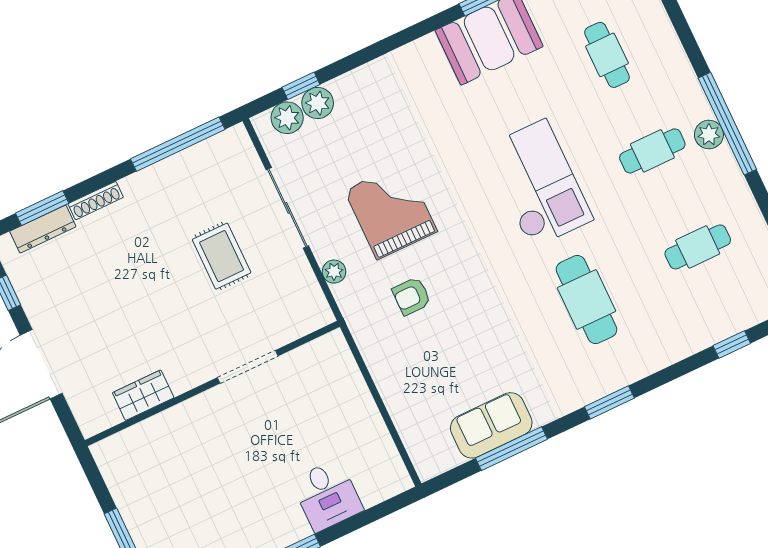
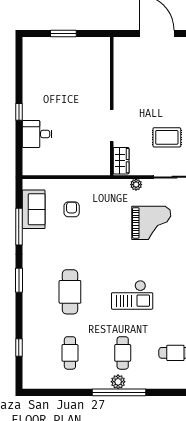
checkout: (538, 184) -> (132, 295), width x0.73, depth x0.83
armchair: (412, 296) -> (72, 209), moved
cafe table: (586, 300) -> (70, 292), turned 90
wardrobe: (143, 395) -> (121, 161), moved
sofa: (491, 425) -> (34, 209), moved

